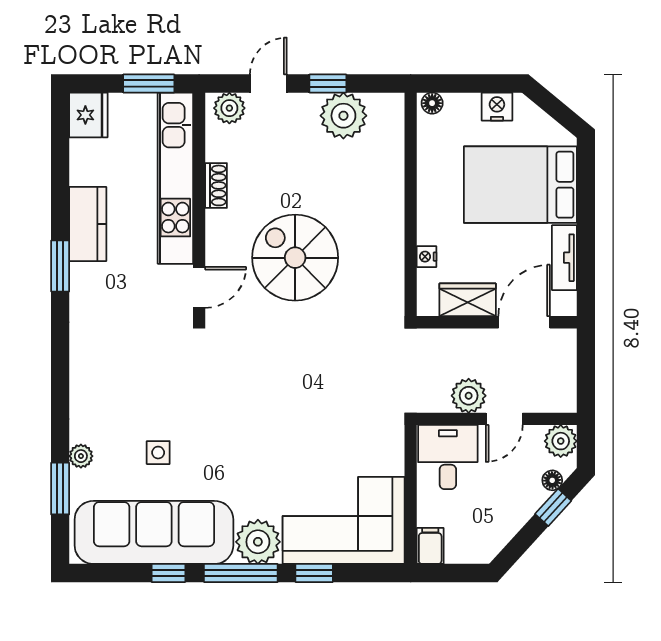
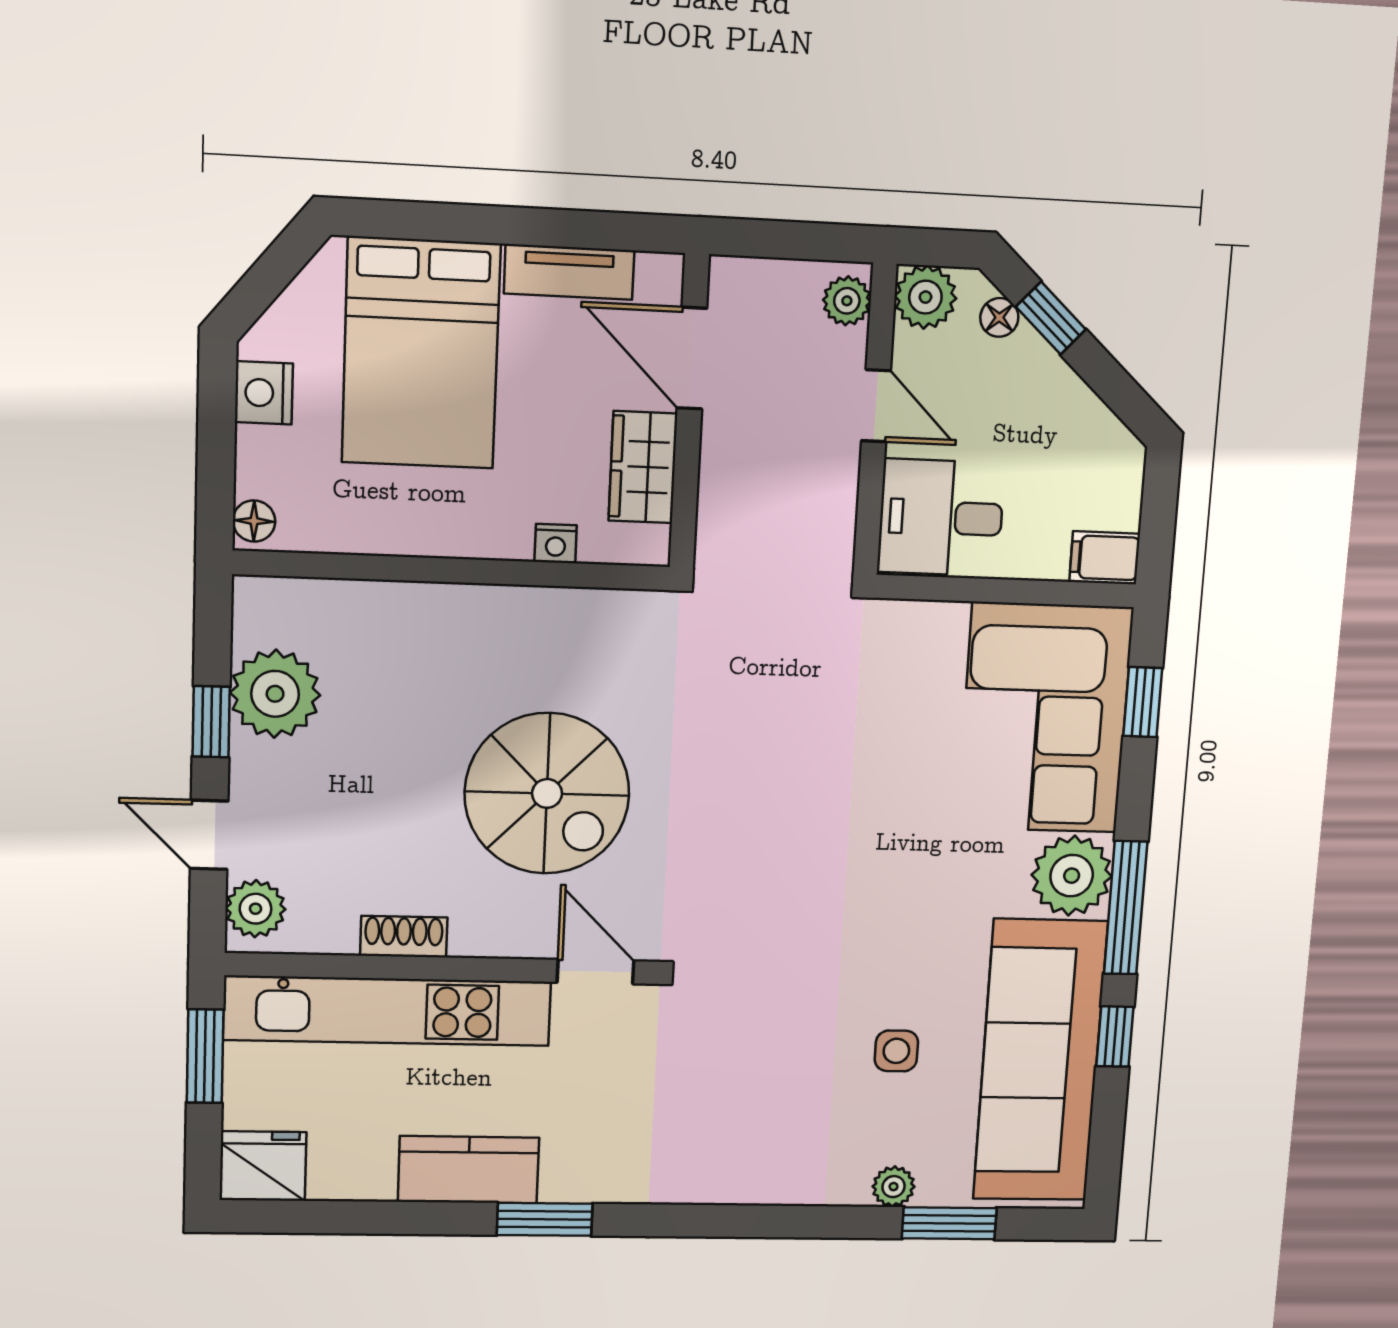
spiral stairs: (295, 258) -> (547, 793), turned -90
plant: (469, 396) -> (847, 301), moved, width x0.73, depth x0.73
window: (314, 573) -> (1143, 702), moved

